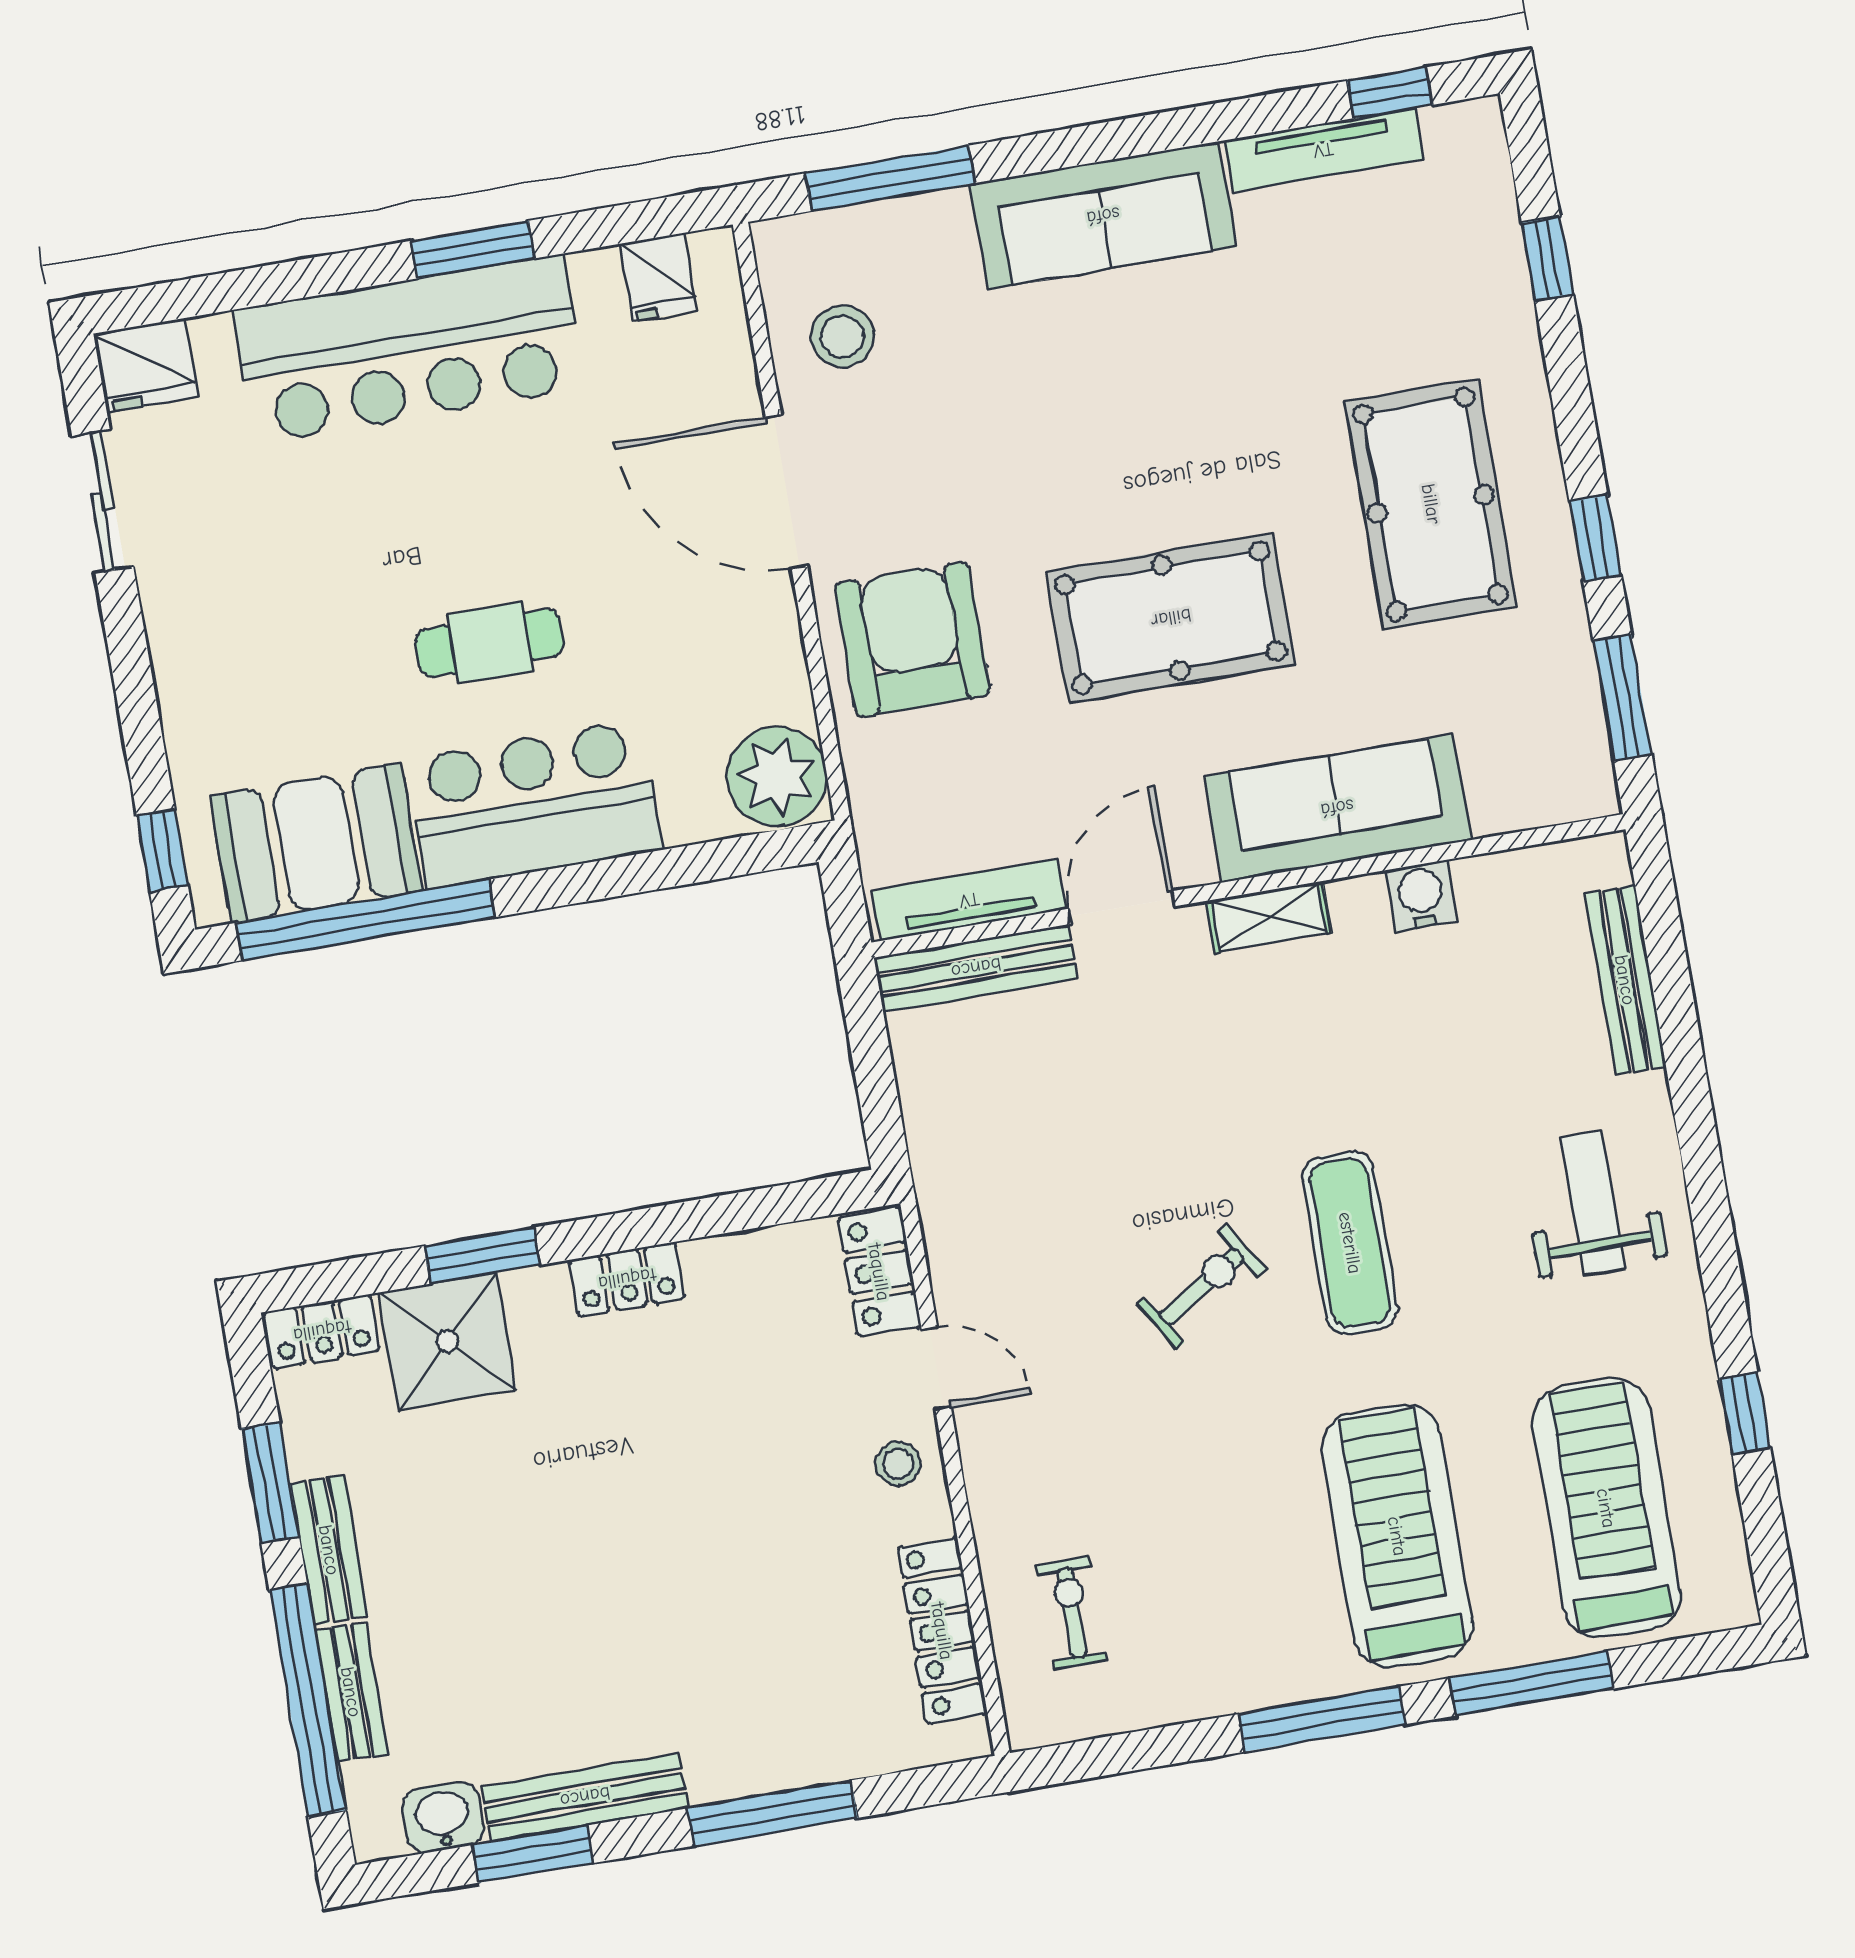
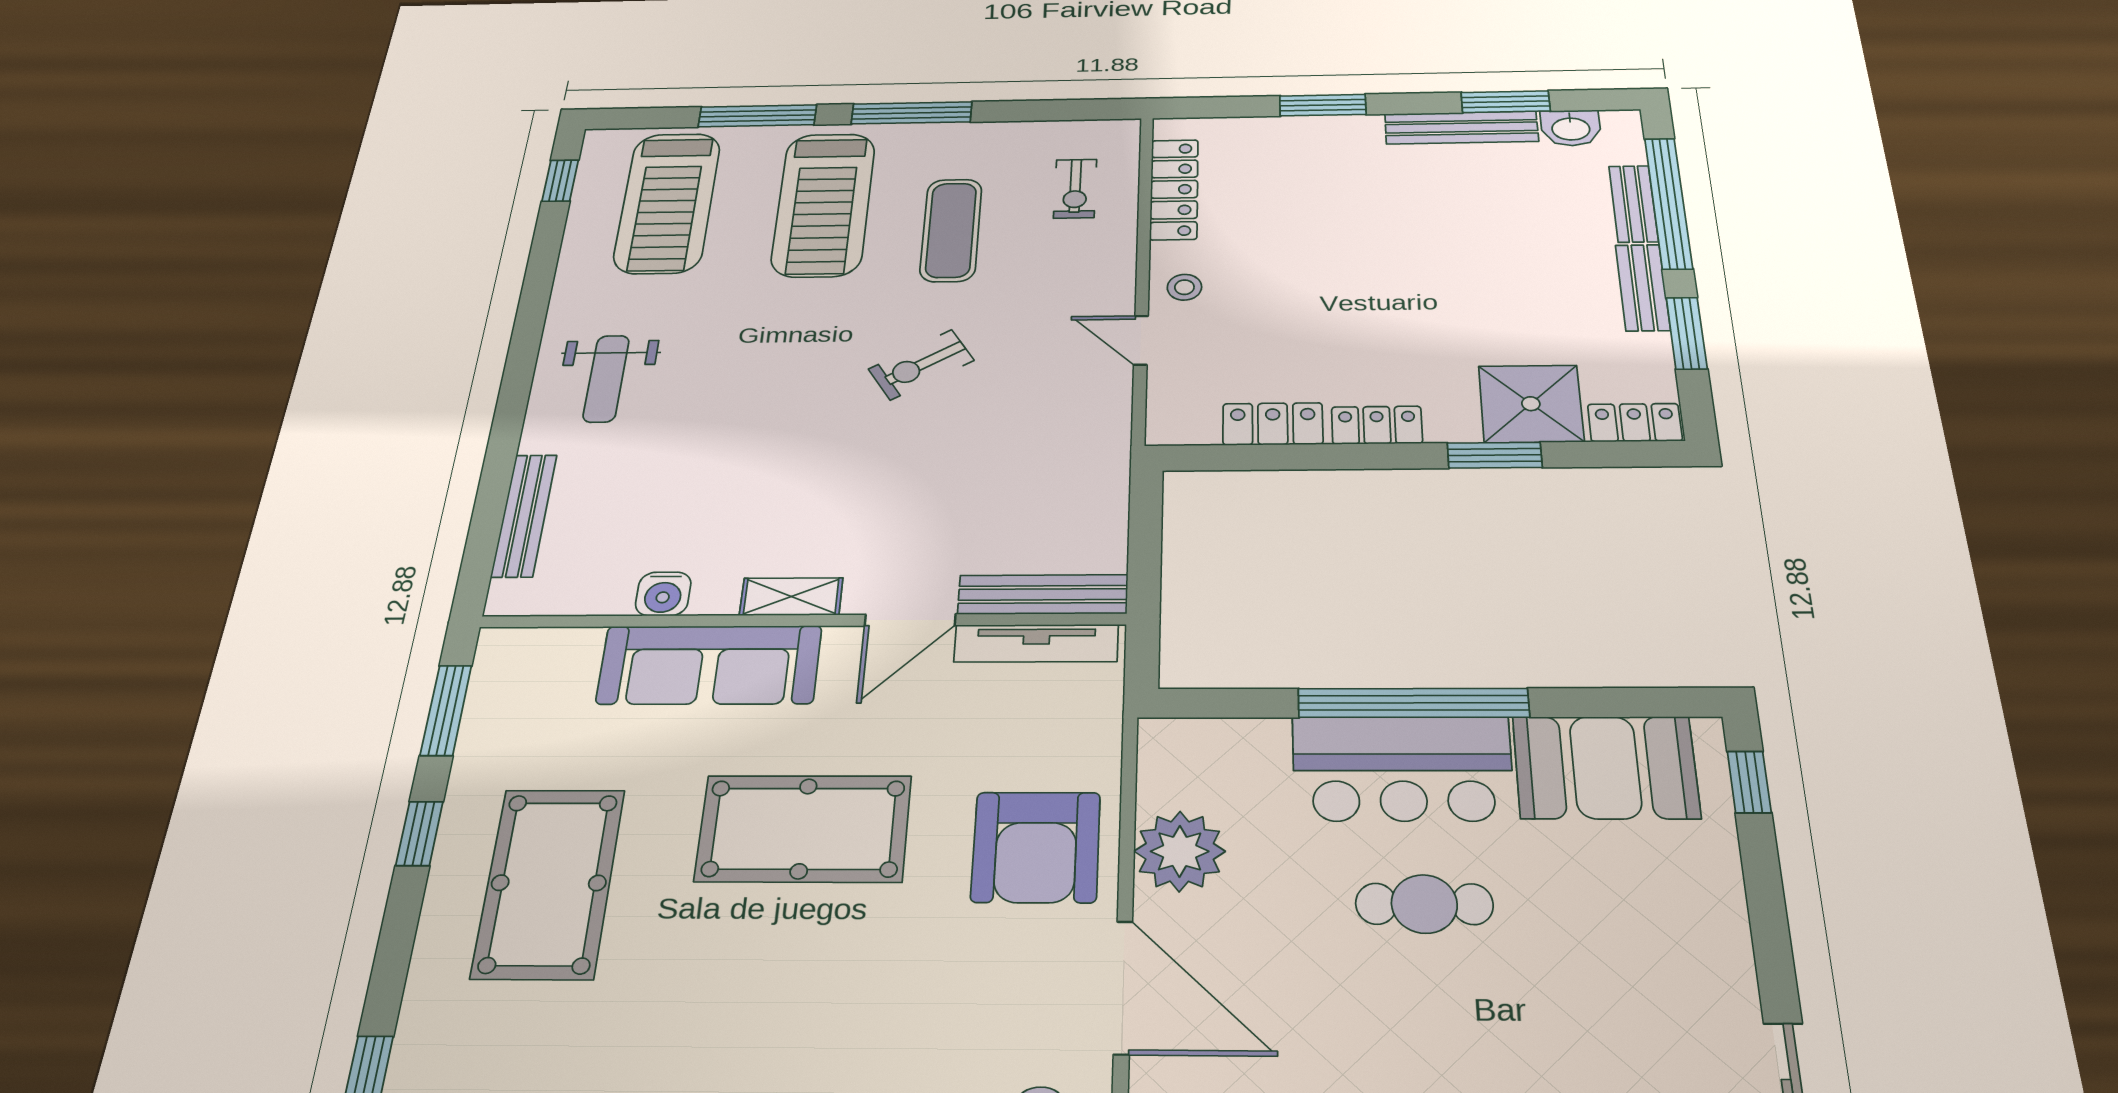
plant: (777, 777) -> (1180, 851), moved
window: (366, 920) -> (1413, 703), moved
exercise mat: (1350, 1243) -> (951, 230), moved
locker: (879, 1272) -> (1273, 424), moved, turned -90
window: (1745, 1413) -> (560, 181), moved
window: (773, 1813) -> (1323, 105), width x0.69

